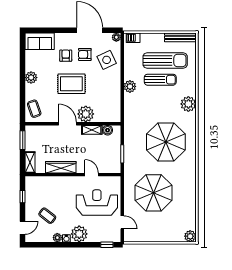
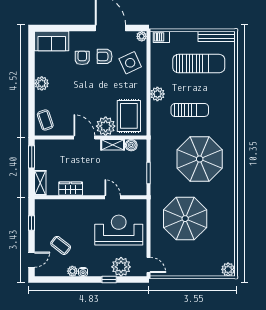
sun lounger: (160, 80) -> (190, 110), moved
rug: (71, 84) -> (129, 116), moved, turned 90
plant: (188, 104) -> (226, 114), removed
wardrobe: (61, 167) -> (71, 189), width x0.67
door: (122, 222) -> (149, 265), moved
plant: (79, 234) -> (121, 267), moved
window: (107, 245) -> (109, 279), moved

